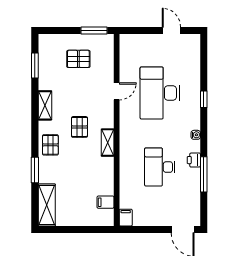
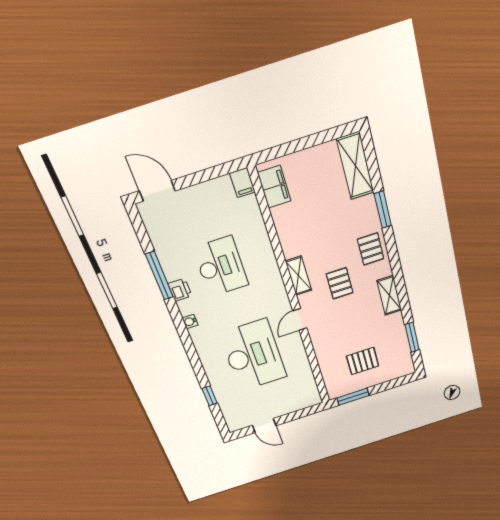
door: (117, 91) -> (300, 319), moved
window: (204, 99) -> (210, 396), moved
filing cabinet: (105, 202) -> (274, 187), width x2.00

